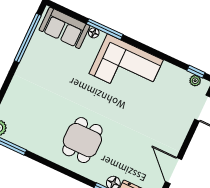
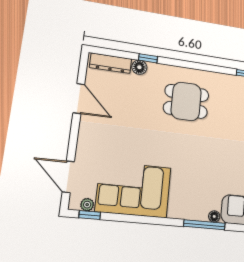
corner sofa: (126, 67) -> (134, 189), moved
dining table: (82, 140) -> (186, 101), turned 90

